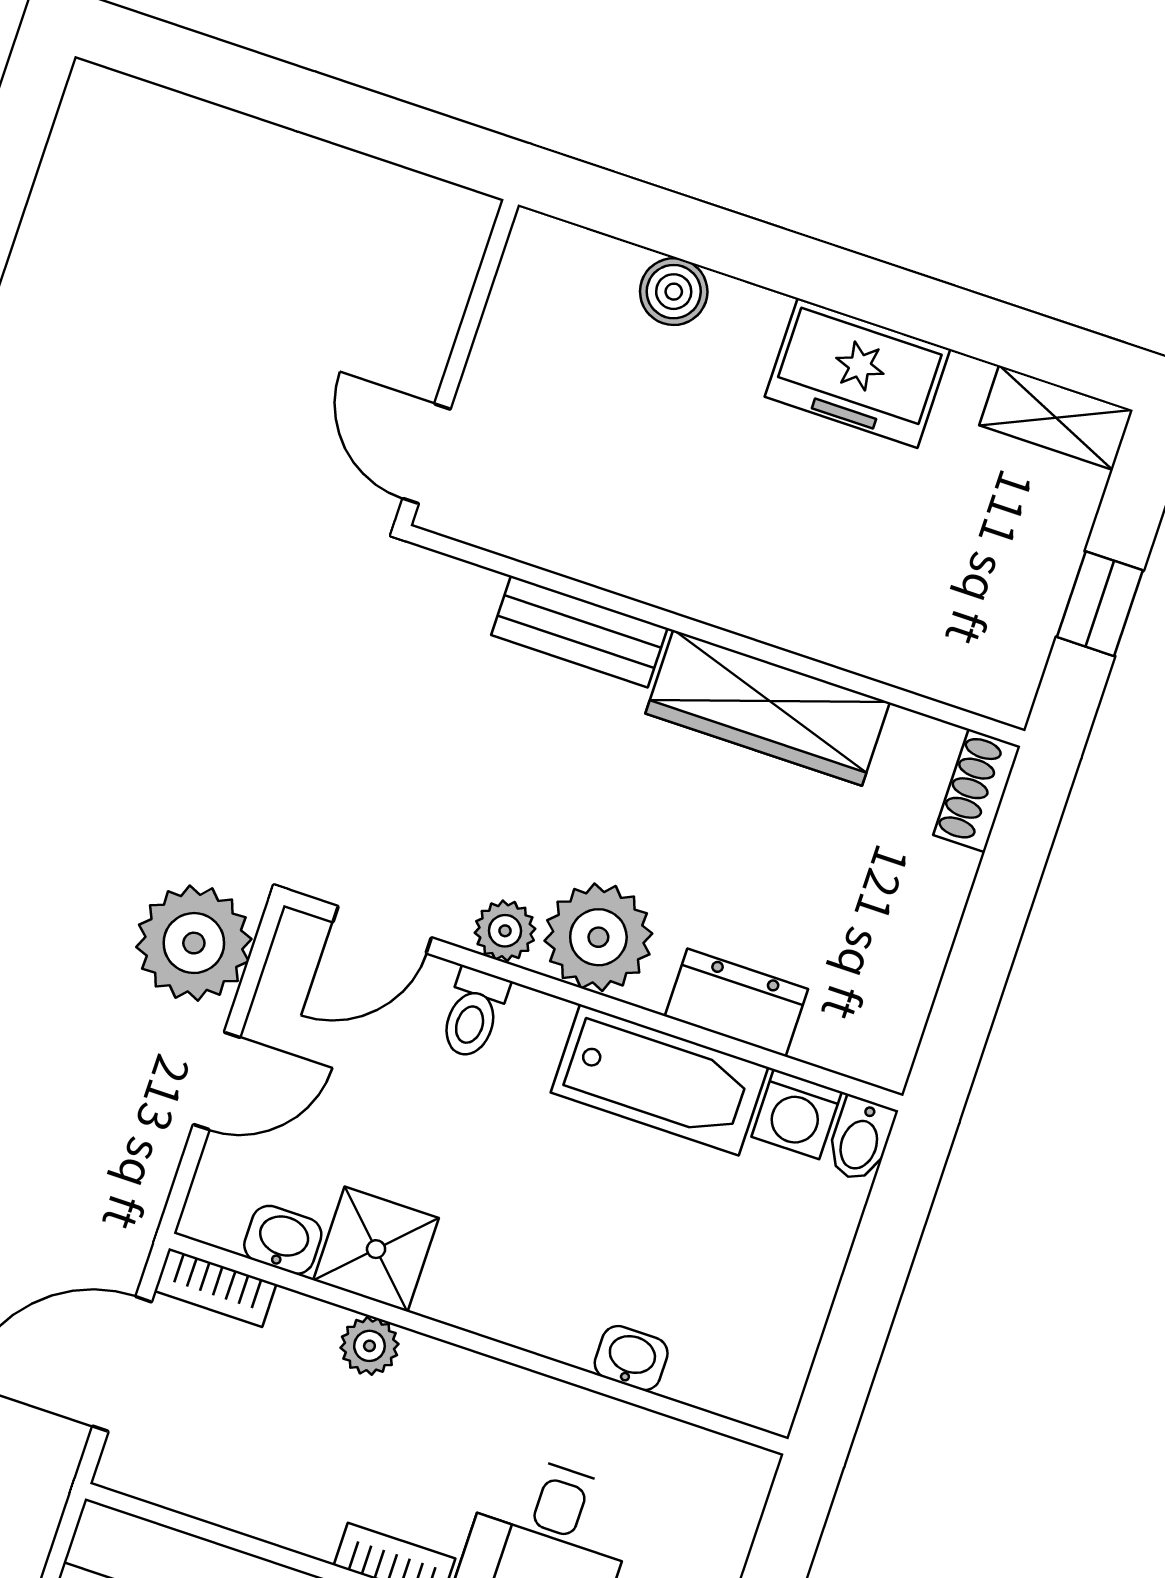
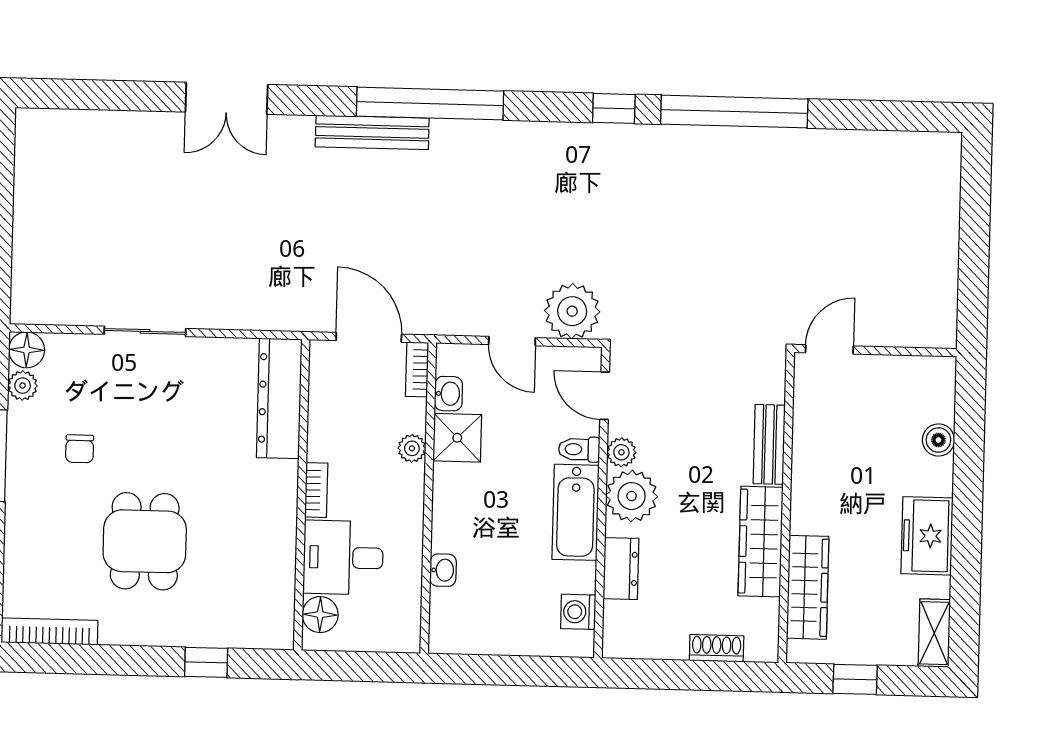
wardrobe: (888, 642) -> (808, 587), added
shoe rack: (977, 790) -> (717, 648), moved
bathtub: (659, 1080) -> (576, 512), moved
bidet: (861, 1139) -> (576, 645), removed

